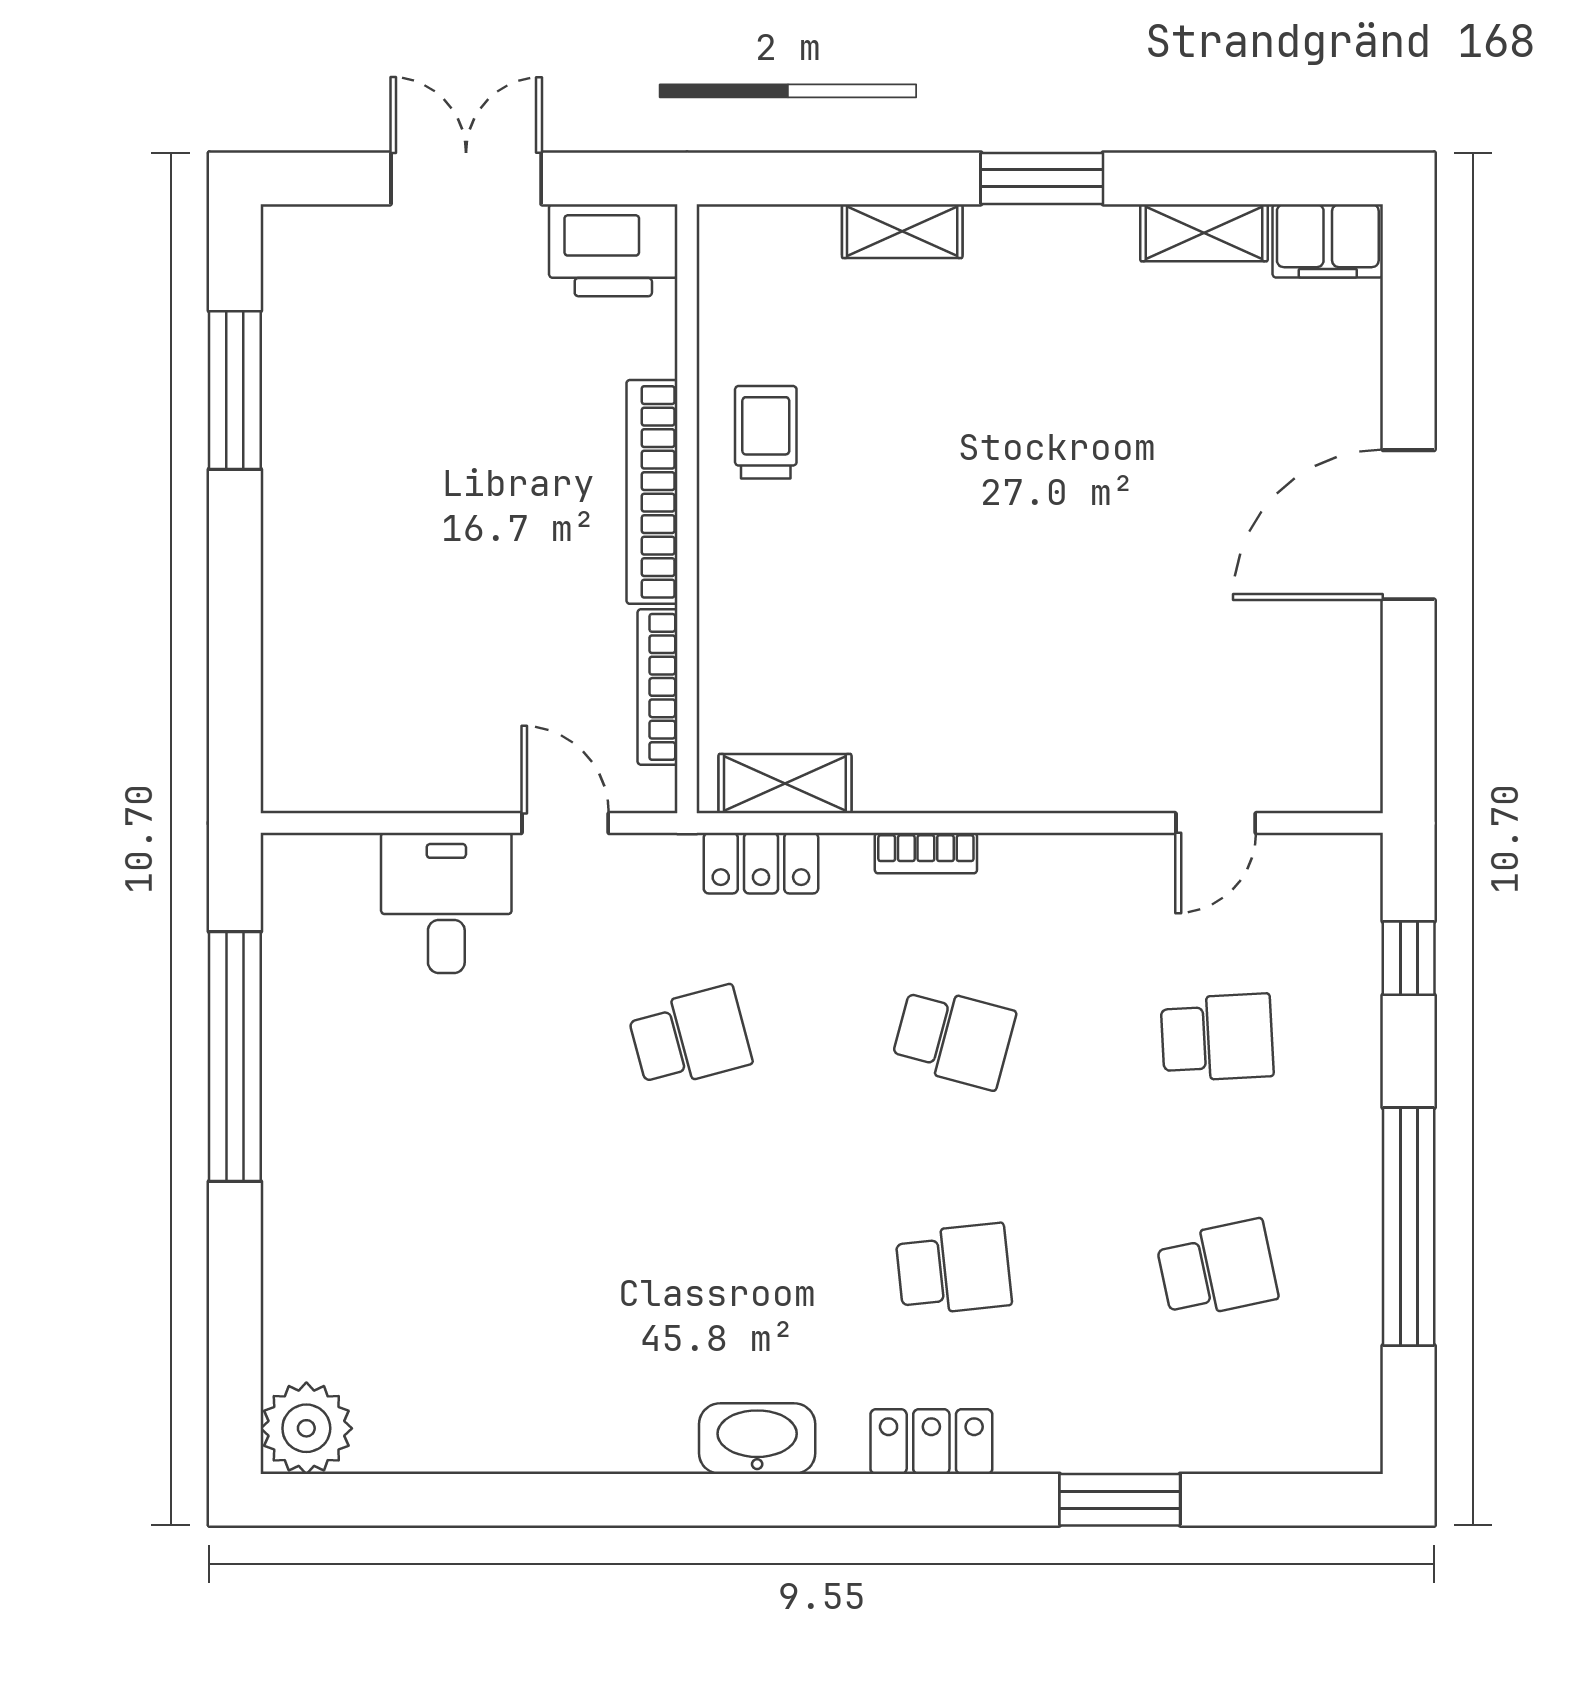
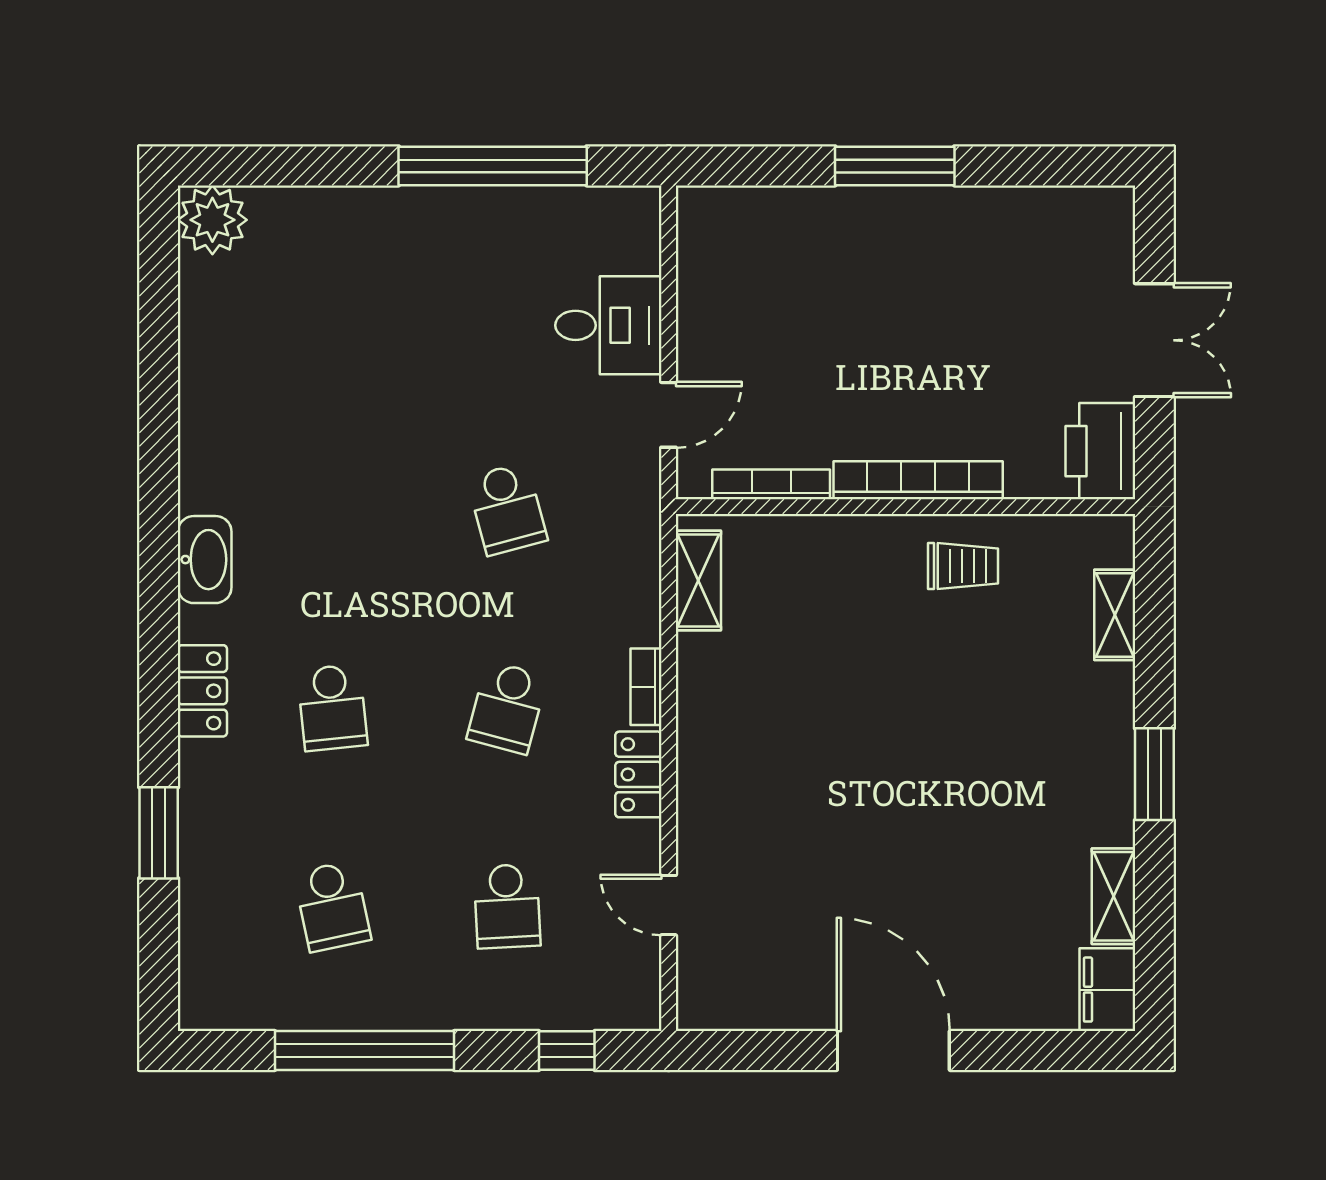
shelving: (902, 231) -> (1115, 615), moved
window: (235, 390) -> (895, 166), moved
locker: (761, 863) -> (638, 774), moved

